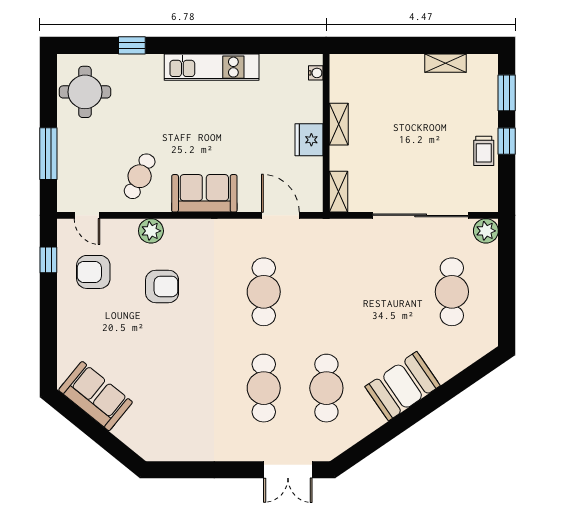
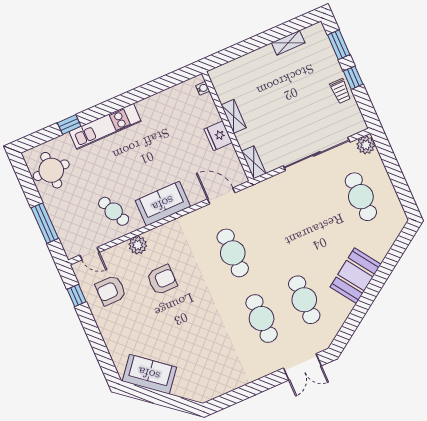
kitchen unit: (212, 67) -> (105, 126), moved
cafe table: (140, 176) -> (114, 211), turned -50

